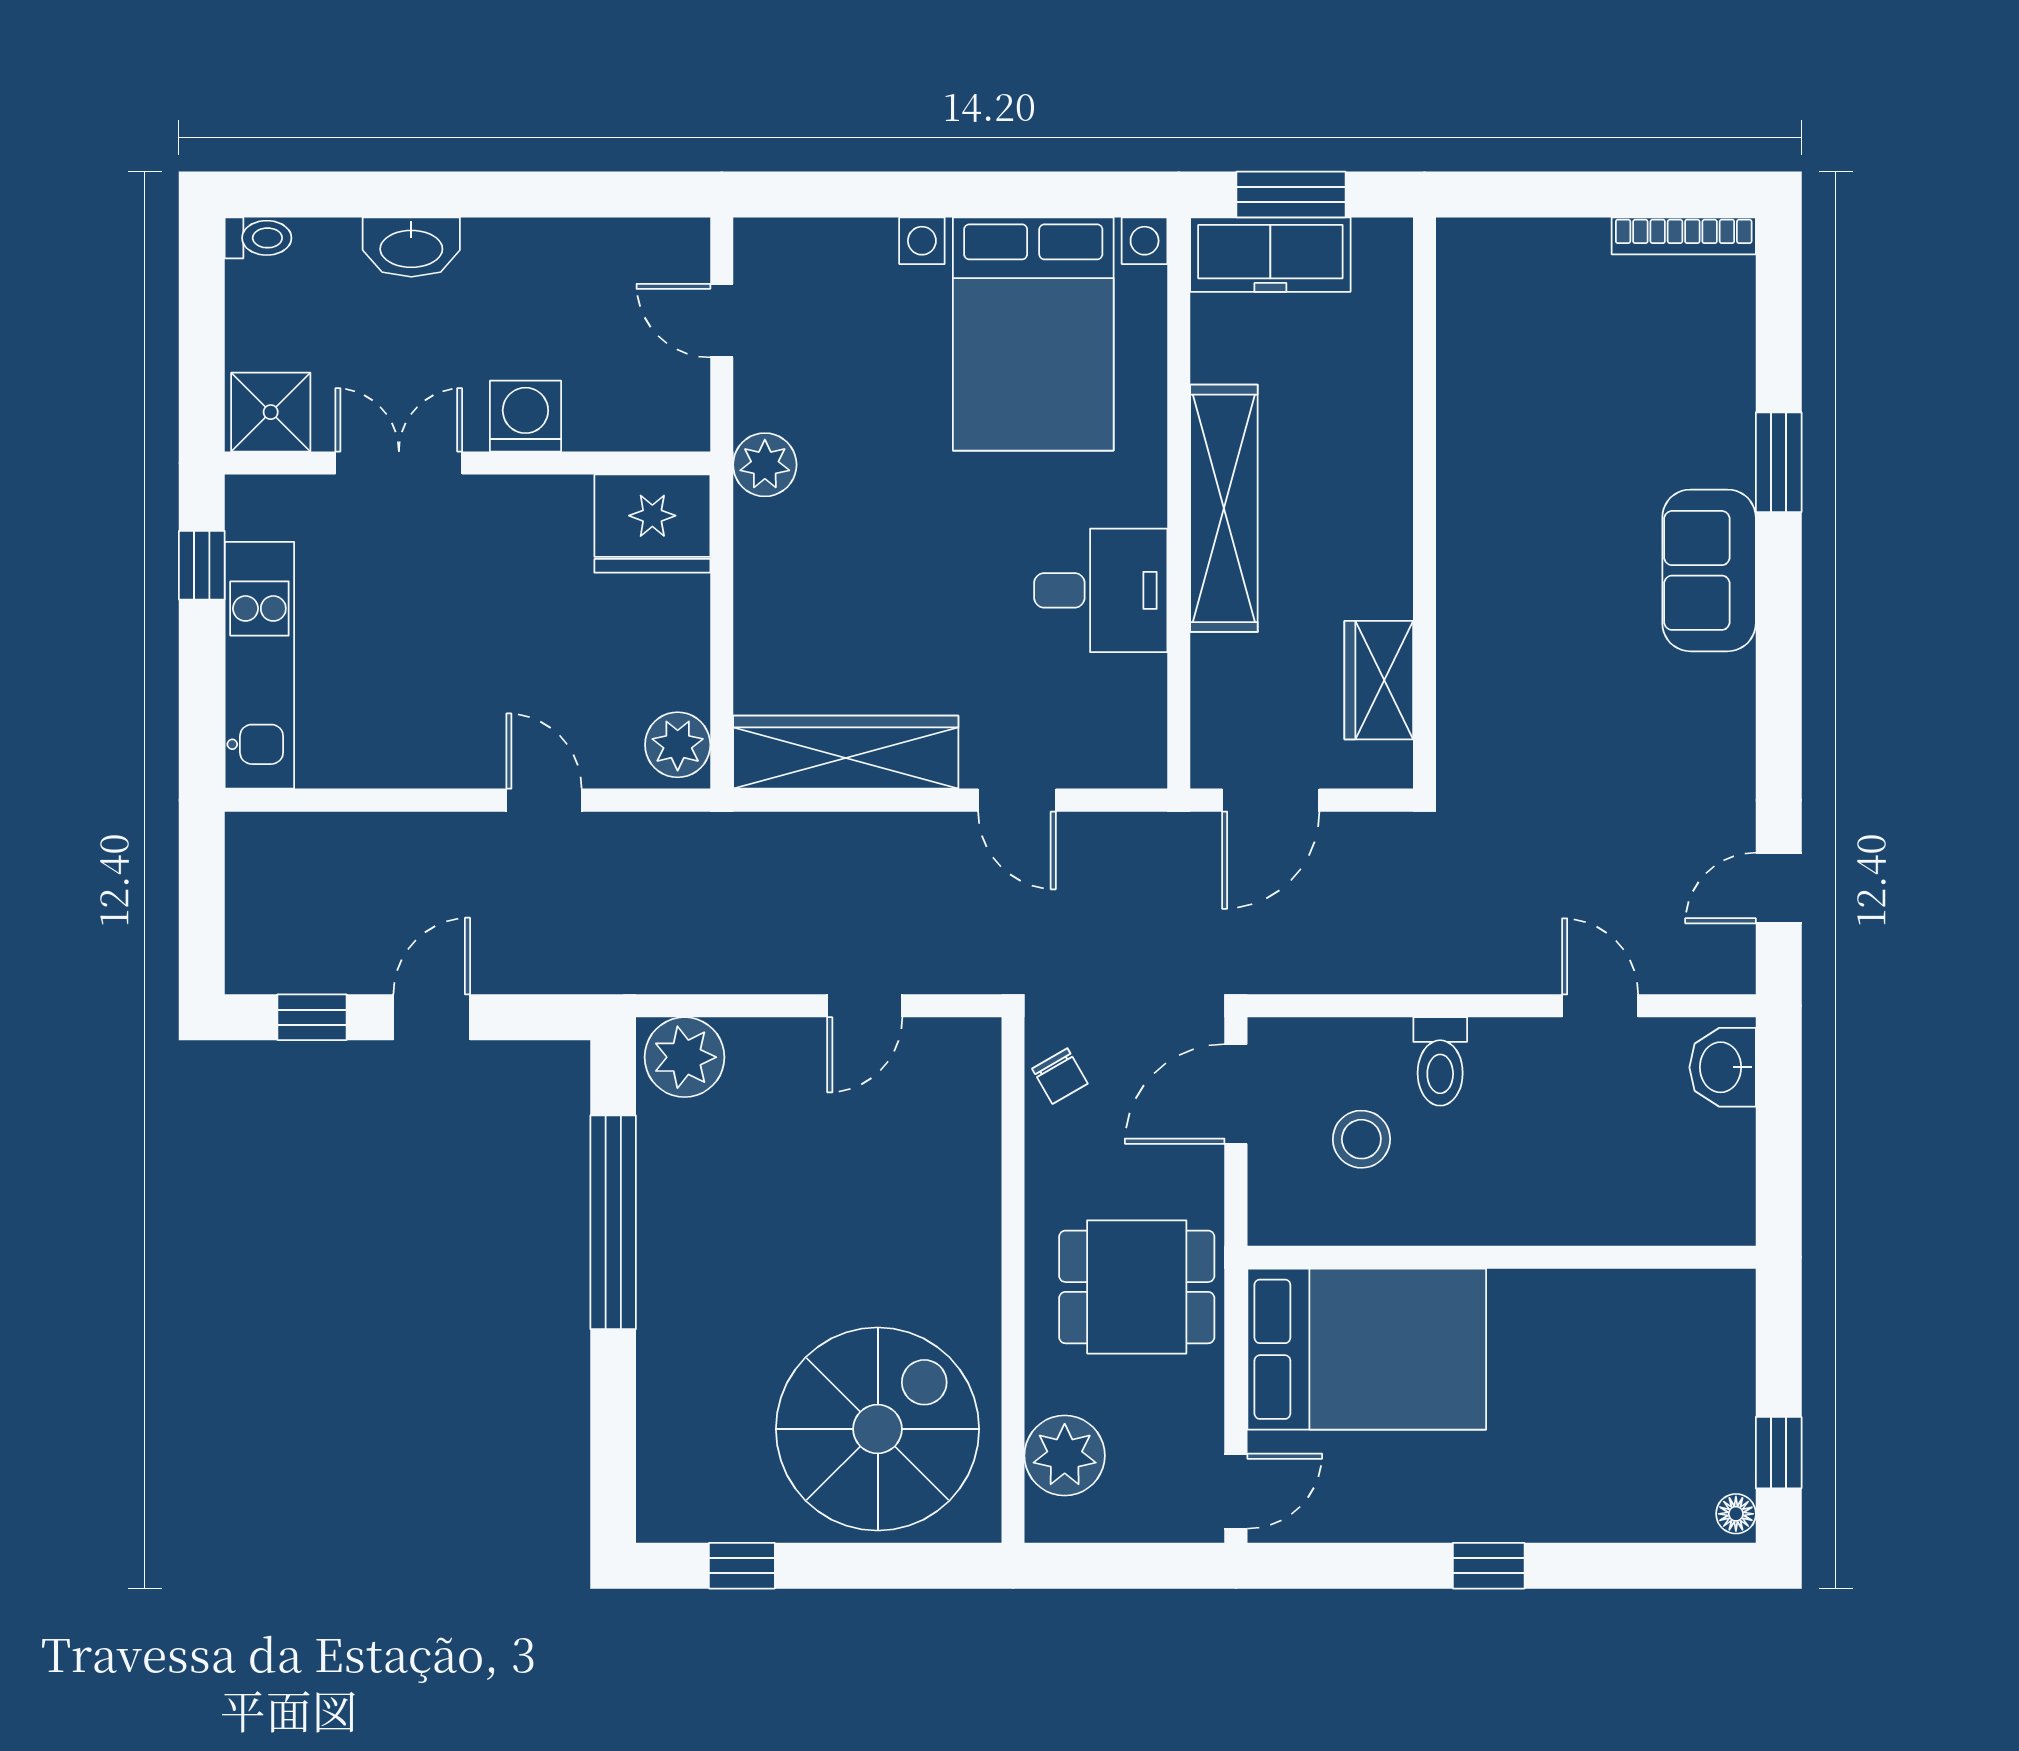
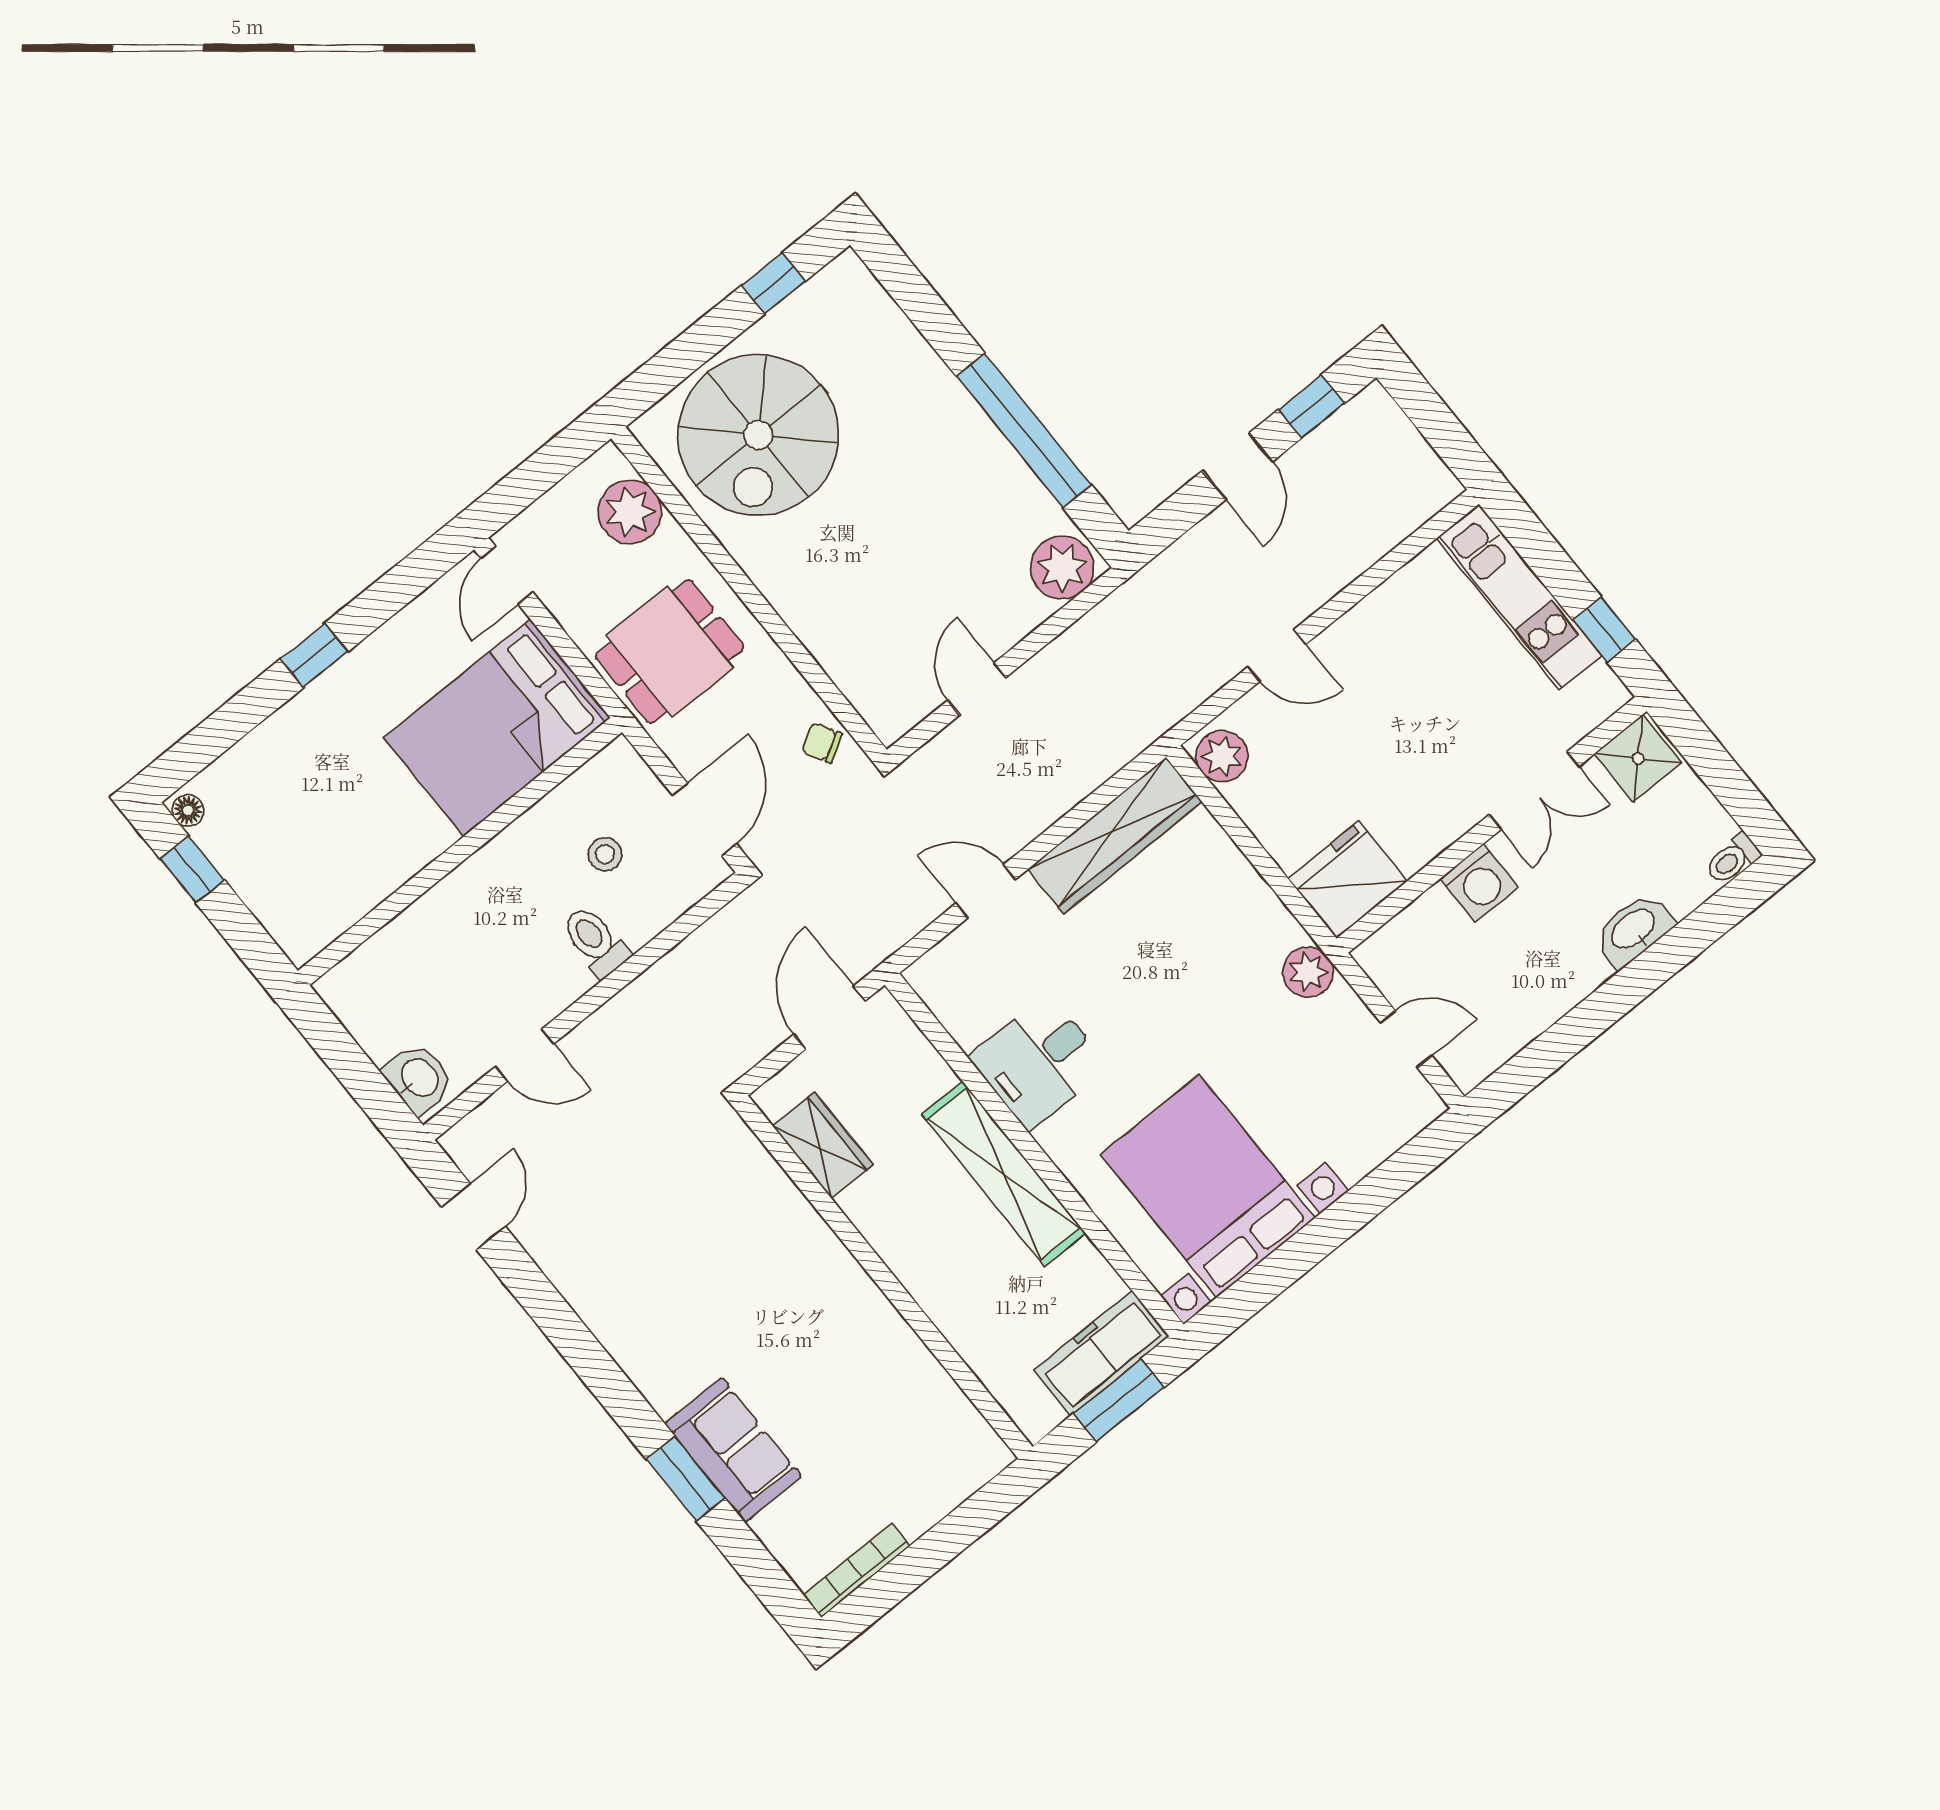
sofa: (1709, 570) -> (733, 1450), moved
stool: (1361, 1139) -> (605, 854), width x0.73, depth x0.73

